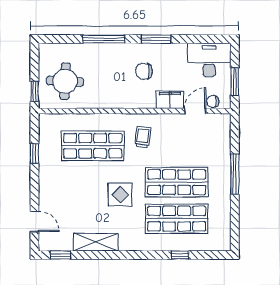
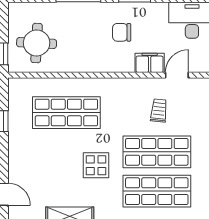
chair: (213, 101) -> (196, 65), removed
trolley: (143, 137) -> (159, 111), moved

